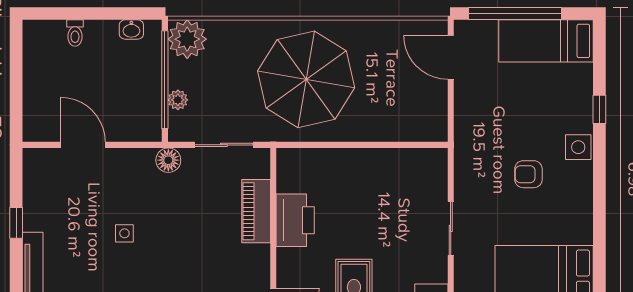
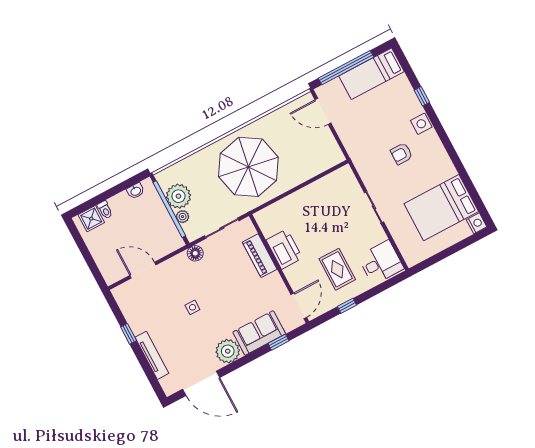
shower: (49, 35) -> (91, 219), added
plant: (187, 39) -> (178, 196), moved

